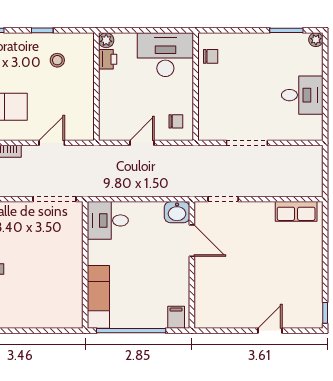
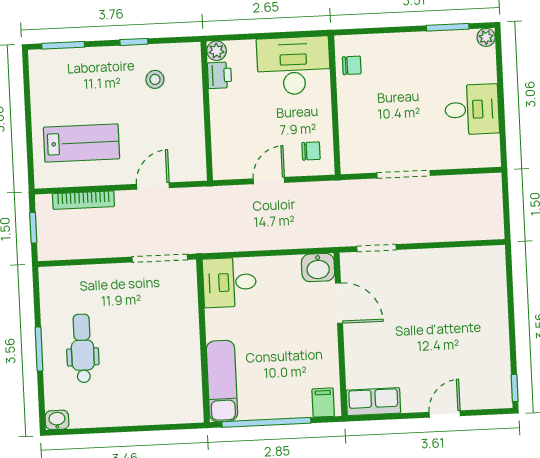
row of seats: (296, 211) -> (373, 402), moved, turned 180

